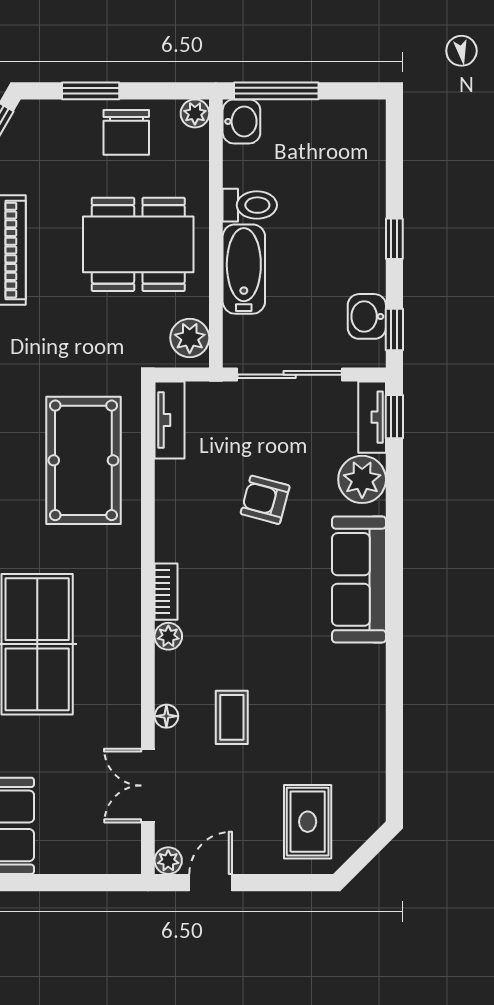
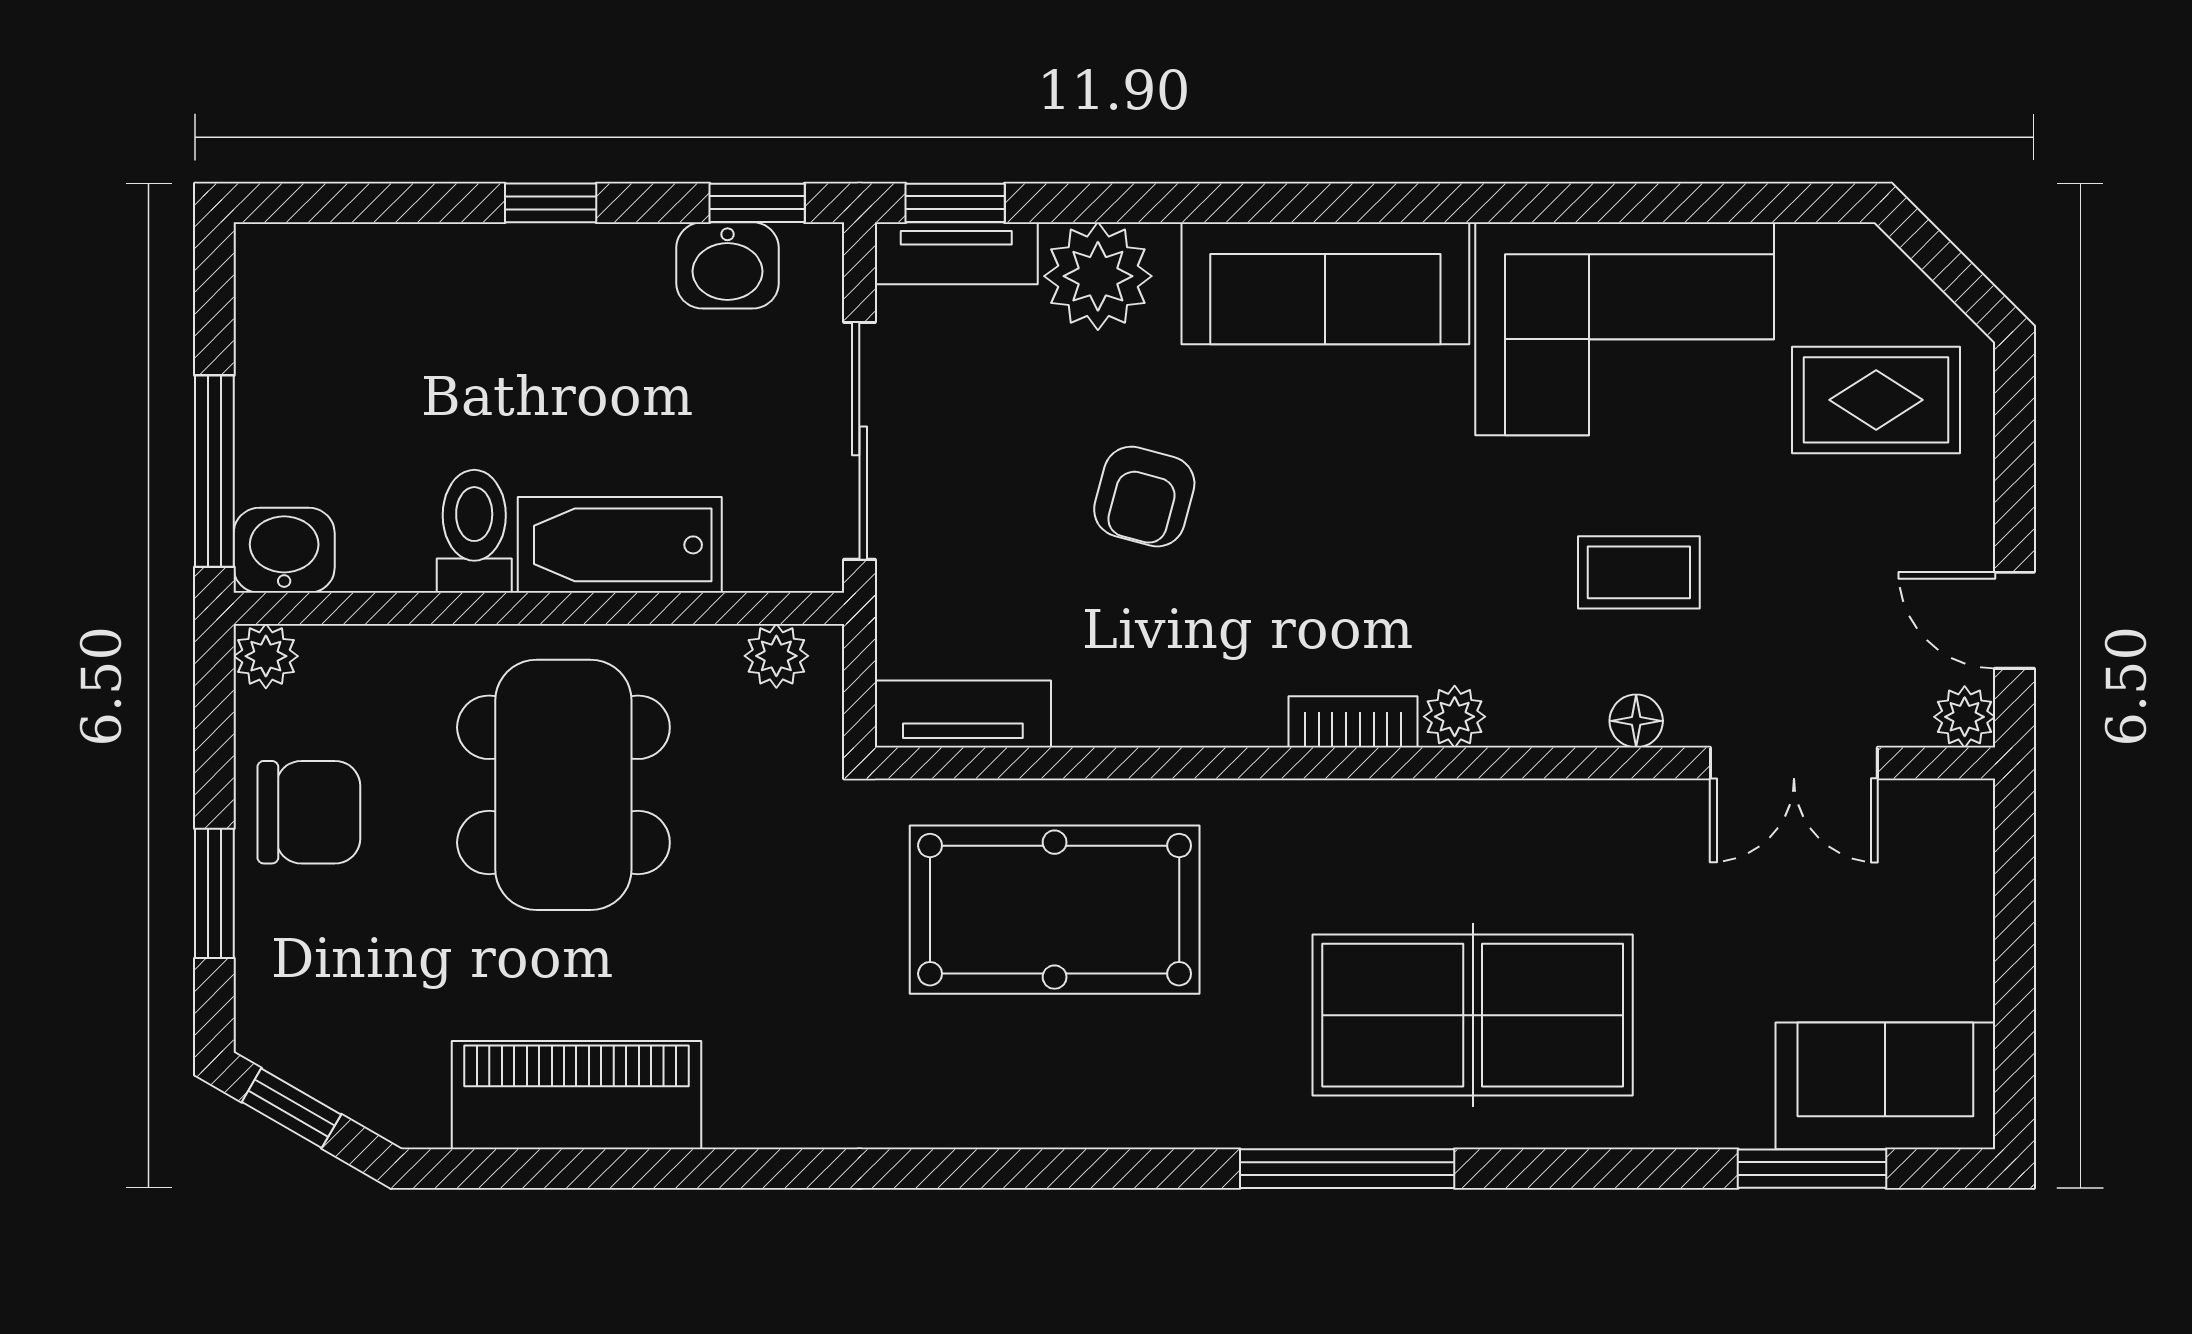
plant: (190, 338) -> (776, 656), width x0.73, depth x0.73
corner sofa: (339, 711) -> (1625, 329), added

